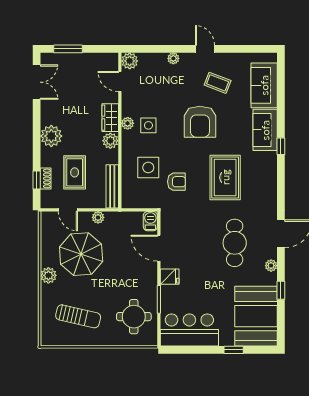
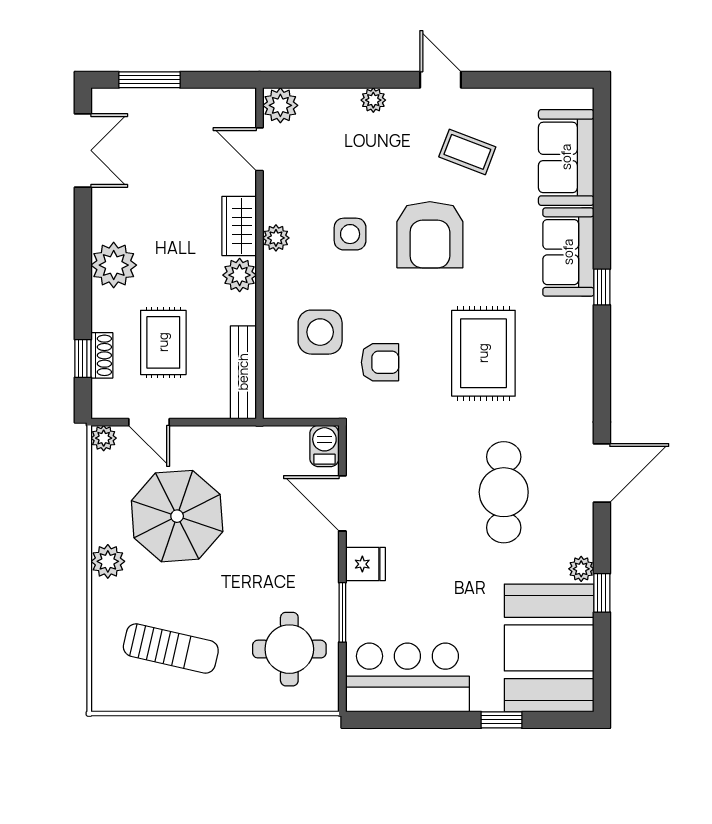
side table: (148, 125) -> (350, 234), moved
plant: (98, 217) -> (104, 438), moved
plant: (271, 266) -> (581, 569), moved

